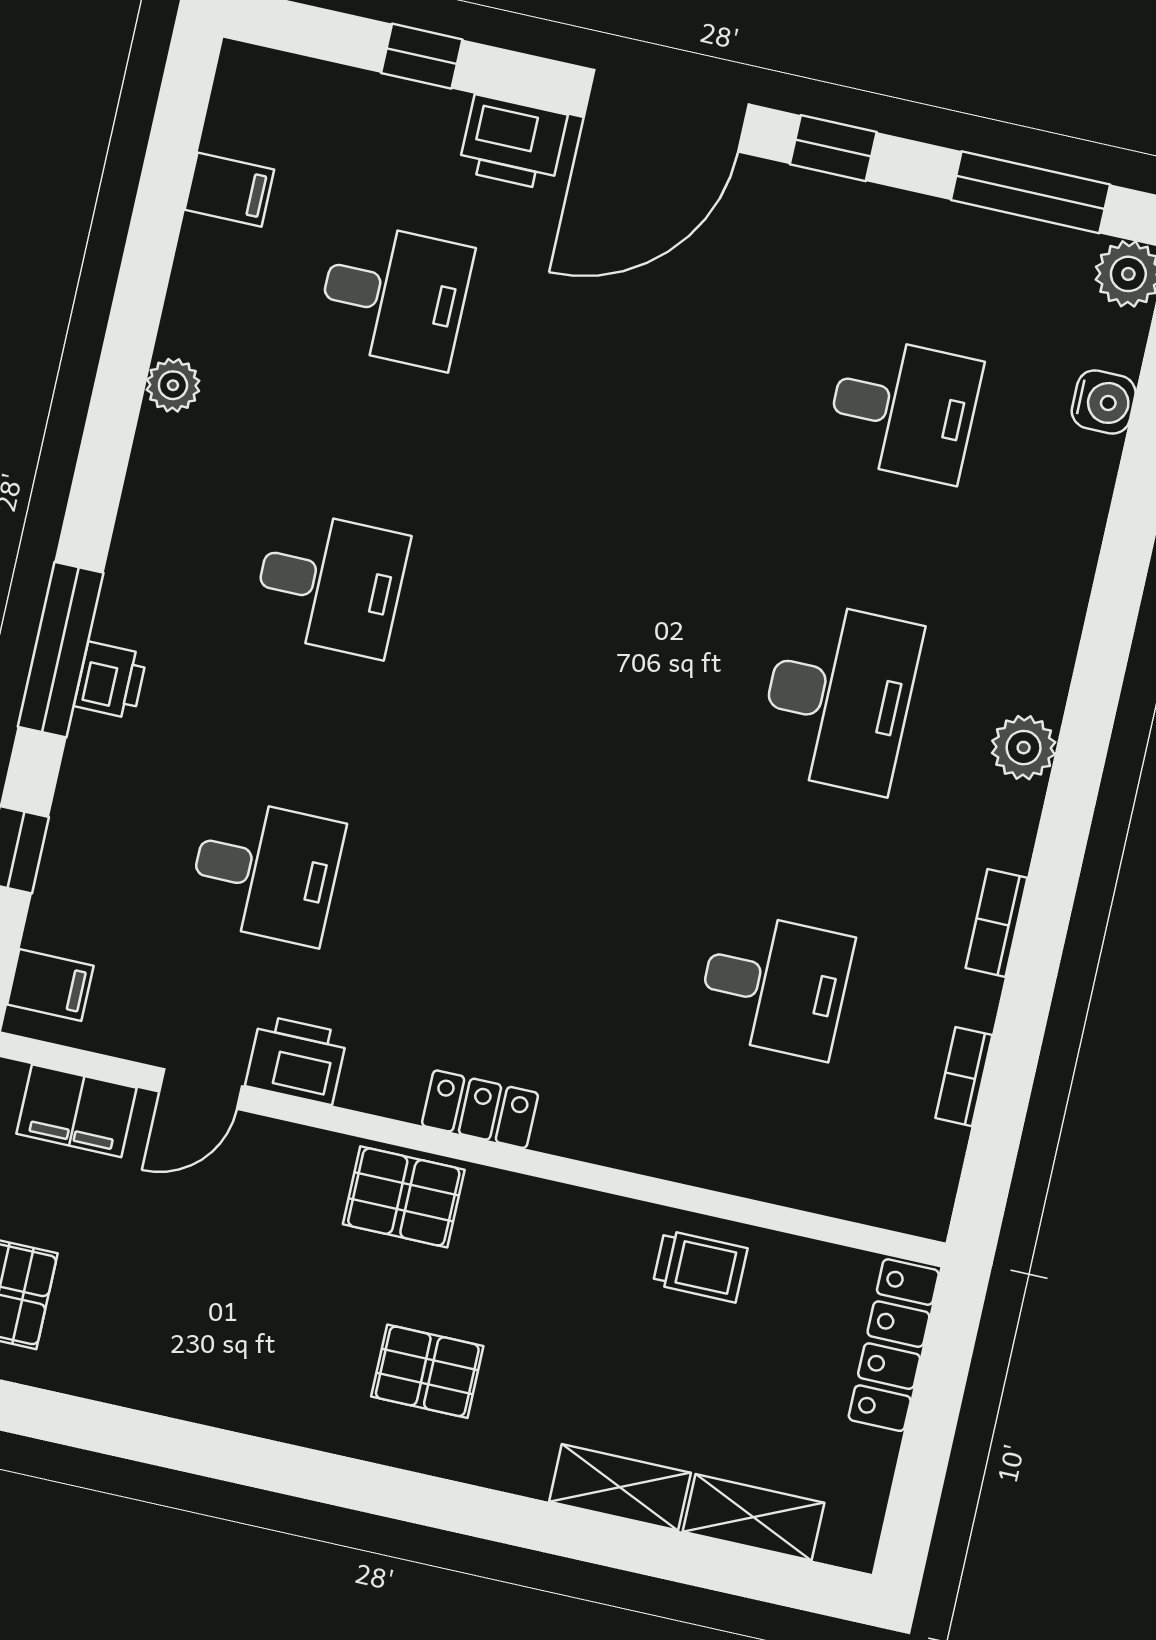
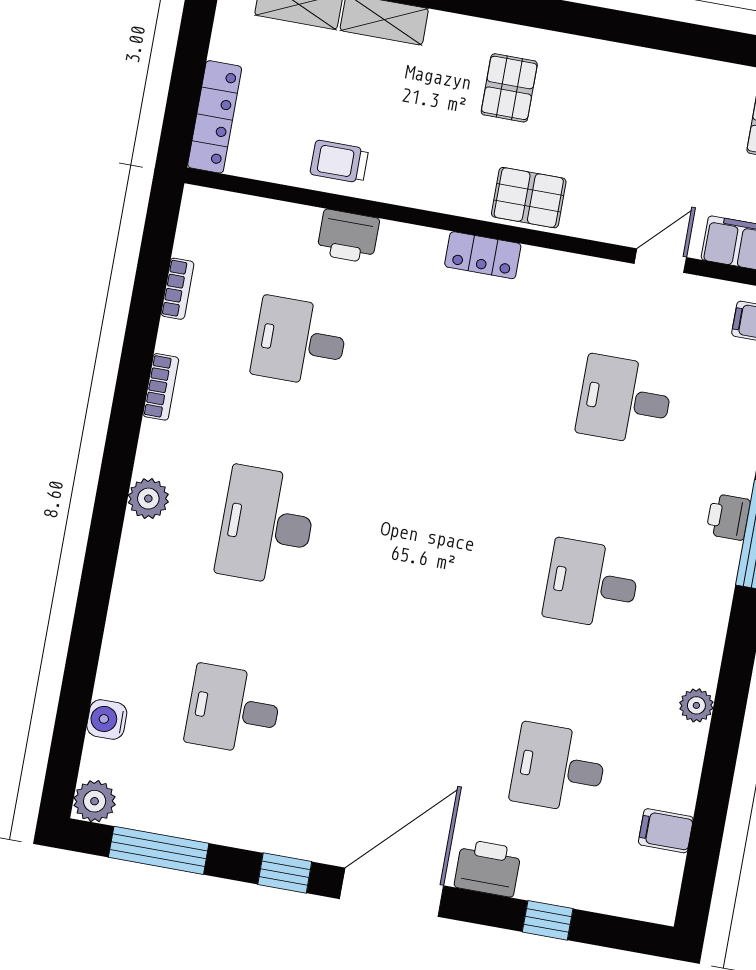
printer: (296, 1060) -> (348, 236), moved
pallet: (427, 1371) -> (509, 88), turned 90

